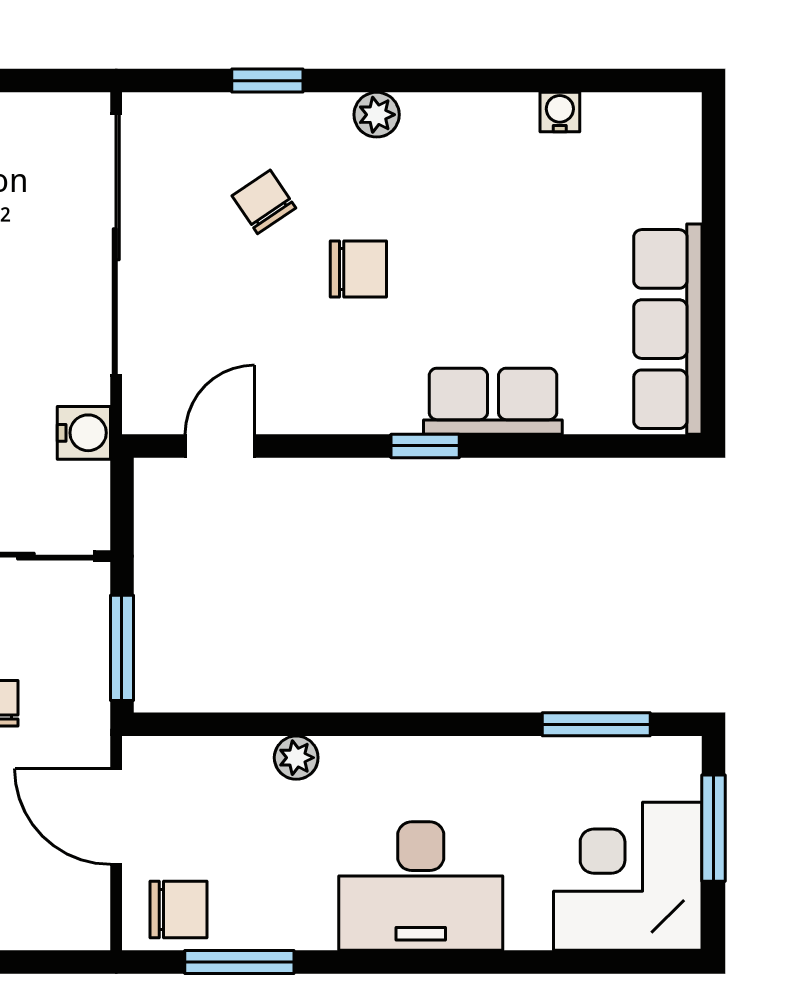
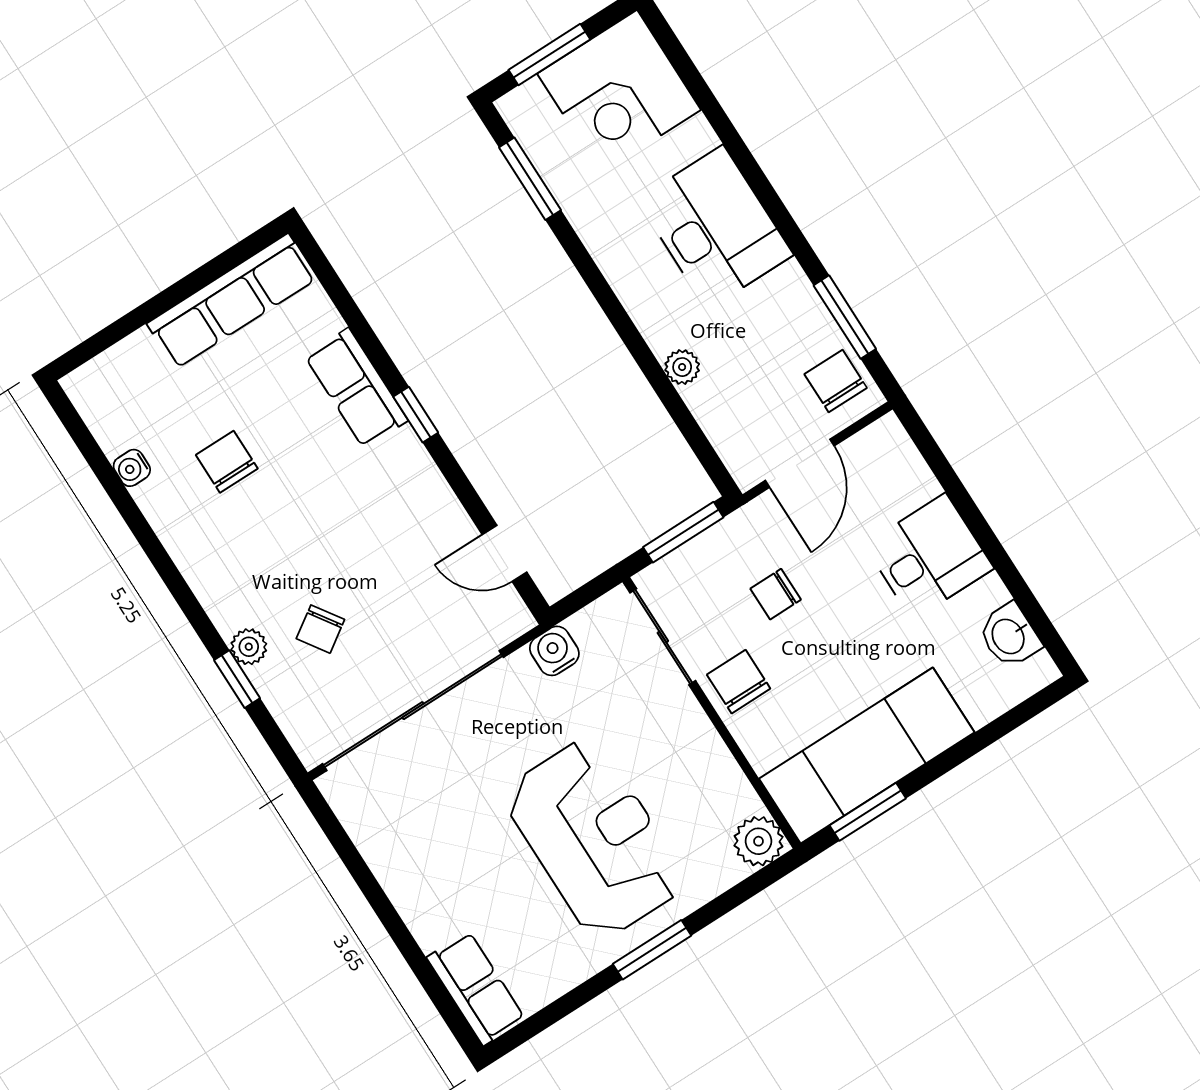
plant: (377, 115) -> (249, 647), moved
chair: (358, 269) -> (227, 462), moved

